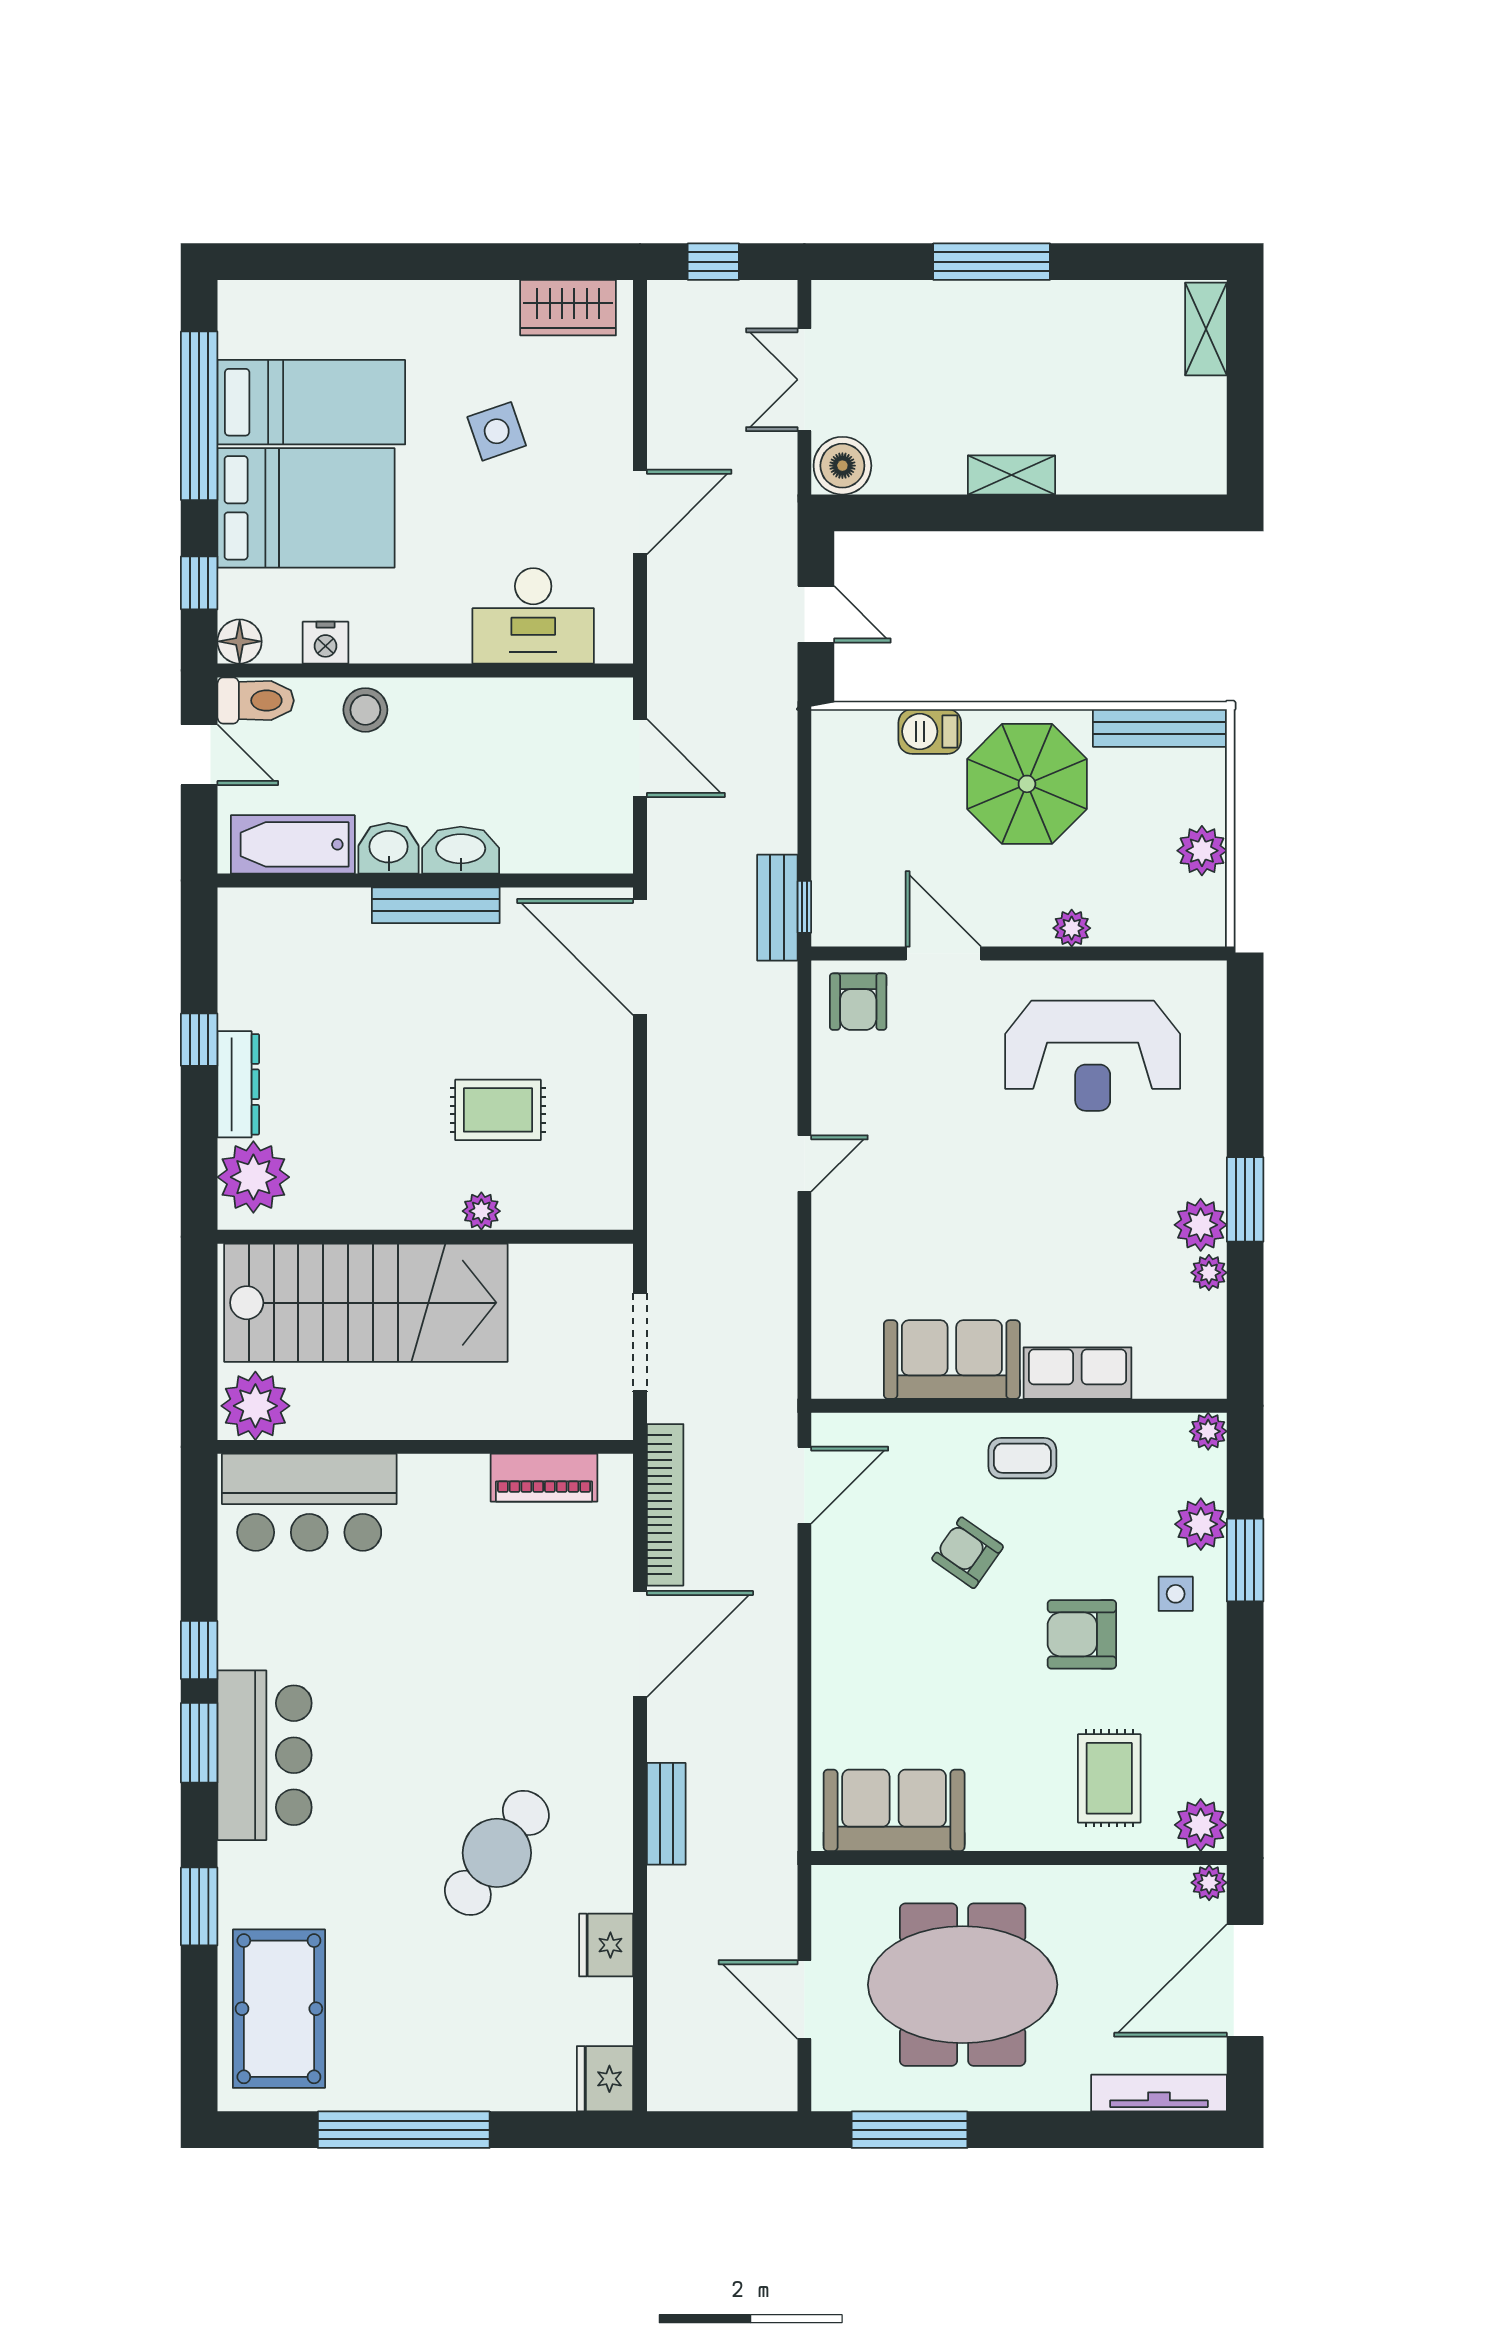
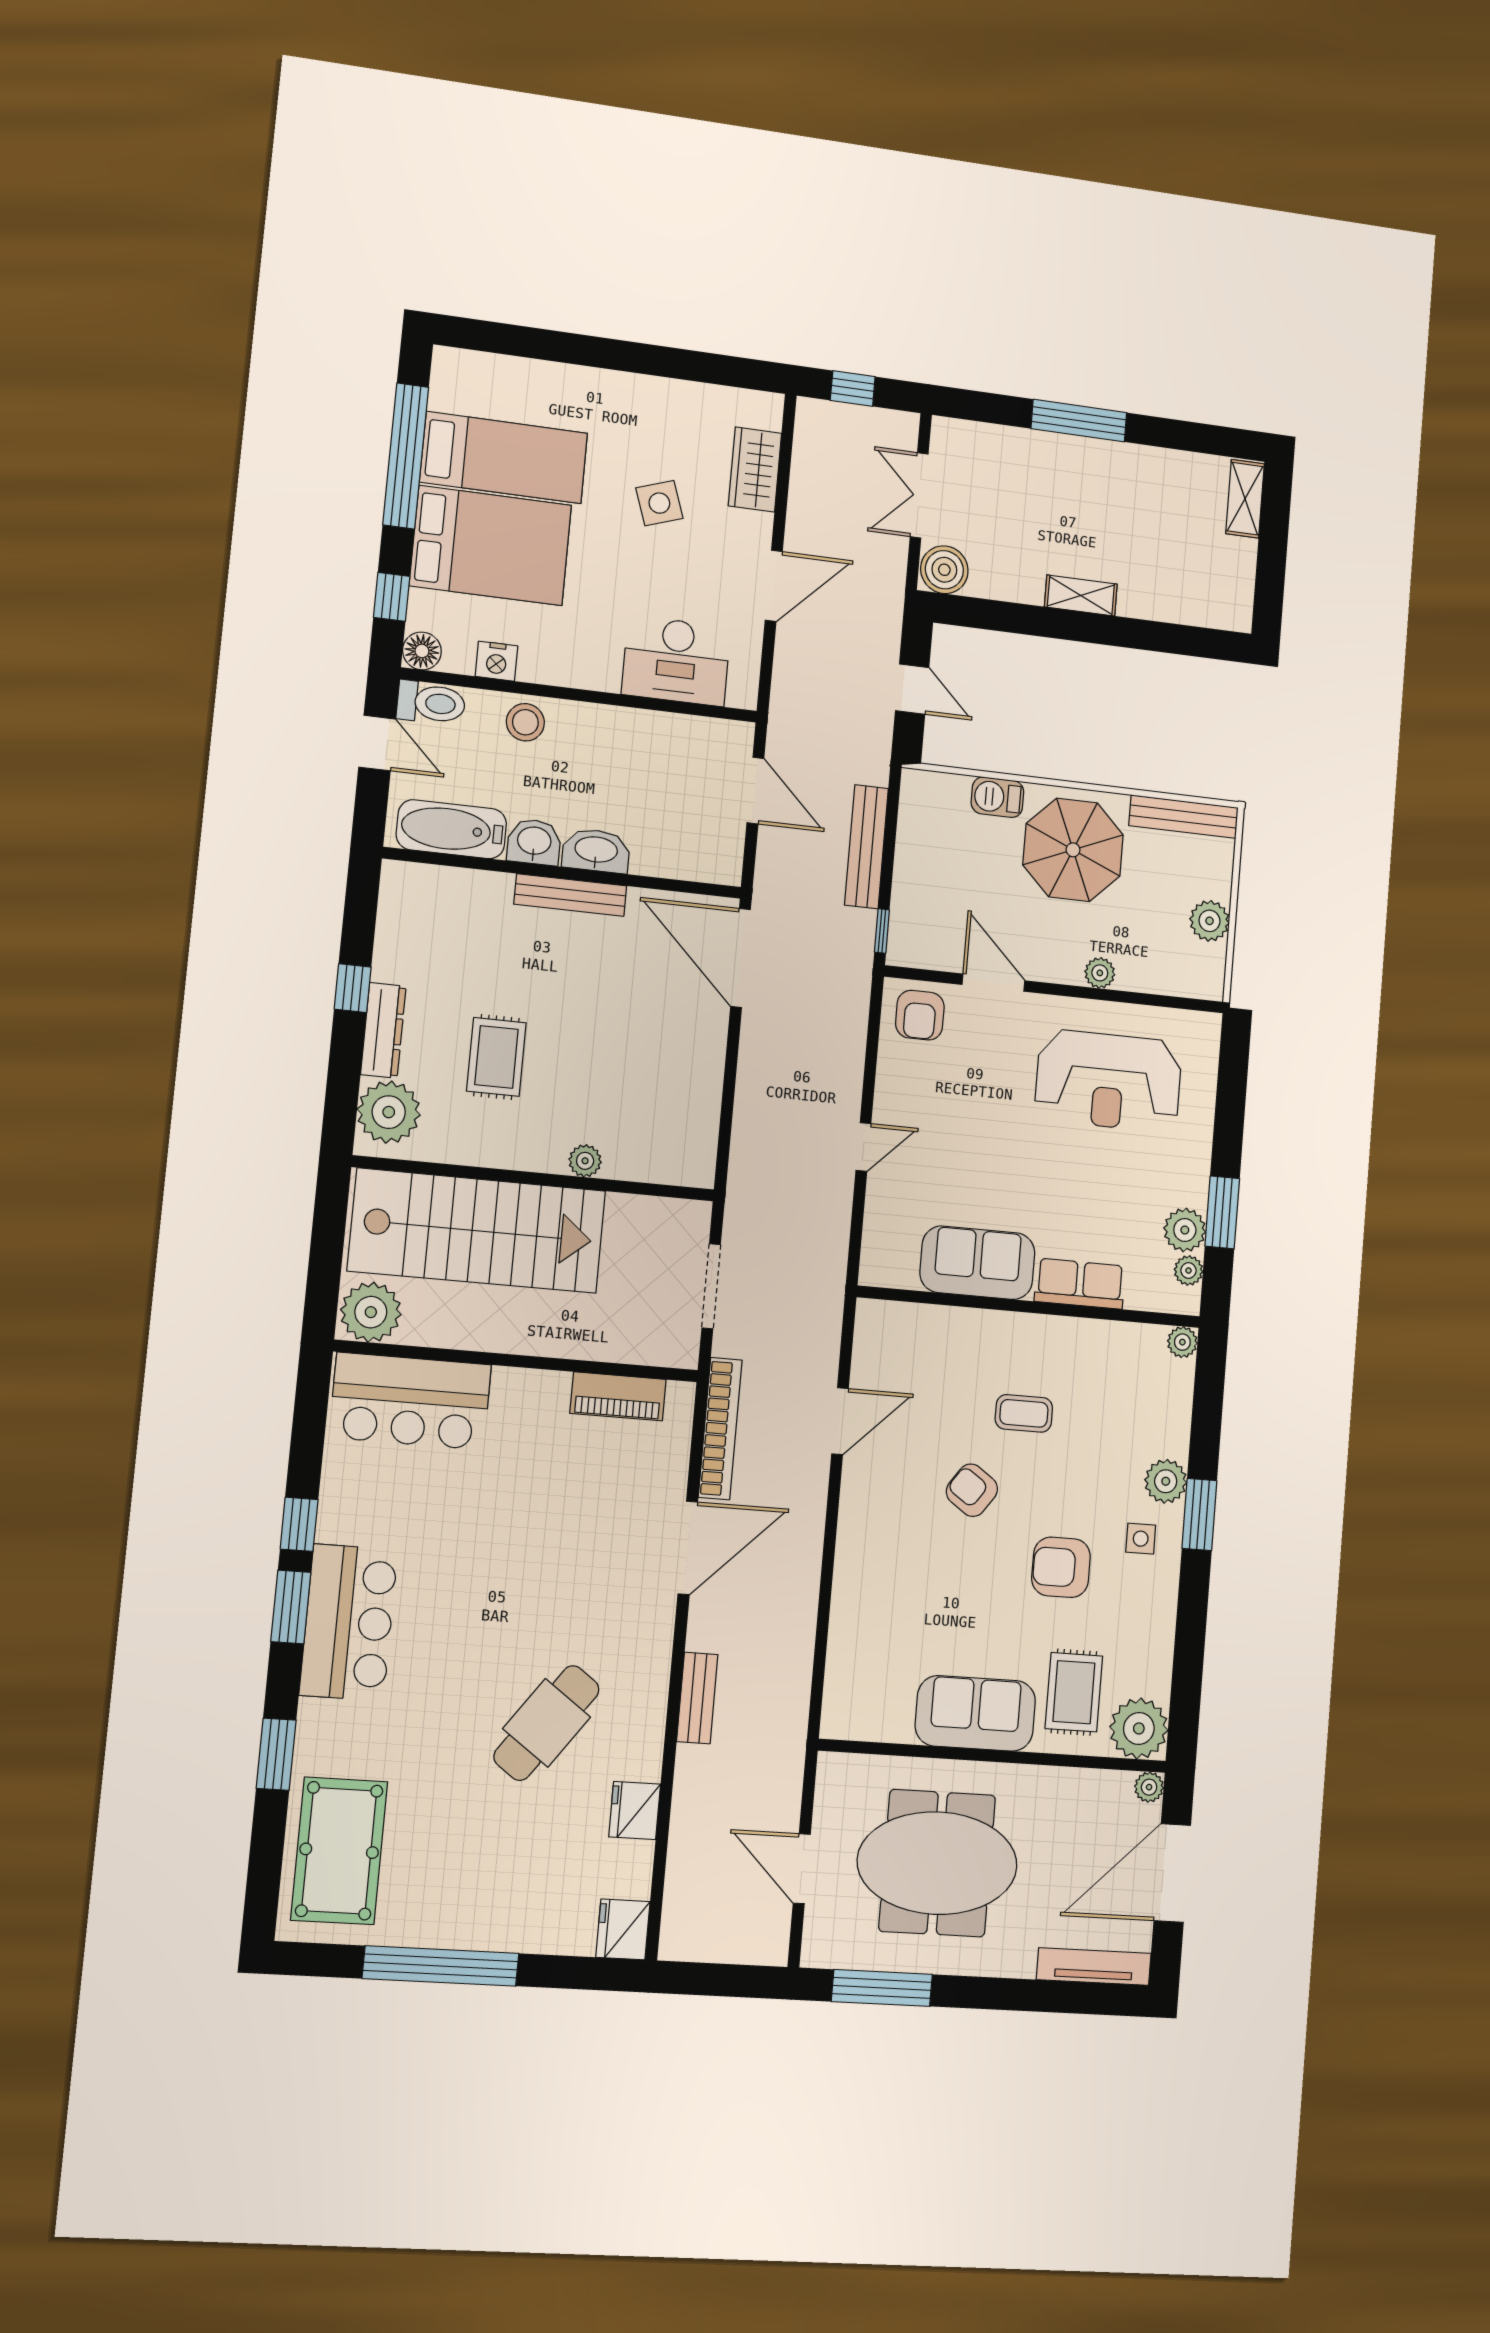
wardrobe: (568, 308) -> (755, 469), moved, turned 90
bench: (777, 908) -> (866, 847), moved, width x1.36
rug: (498, 1110) -> (496, 1057), moved, turned 90
sofa: (952, 1360) -> (977, 1263), moved
row of seats: (1077, 1373) -> (1080, 1284), moved
wall: (1019, 1406) -> (1030, 1307), moved
plant: (1208, 1431) -> (1182, 1342), moved
sofa: (894, 1810) -> (975, 1713), moved
plant: (1201, 1825) -> (1139, 1728), width x1.36, depth x1.36

